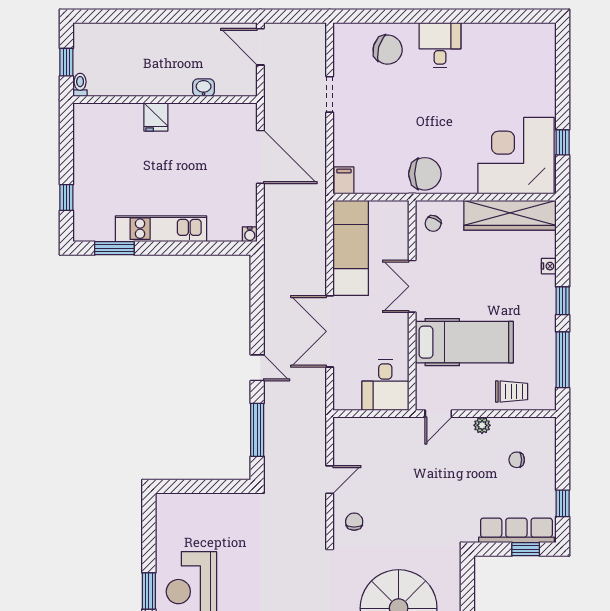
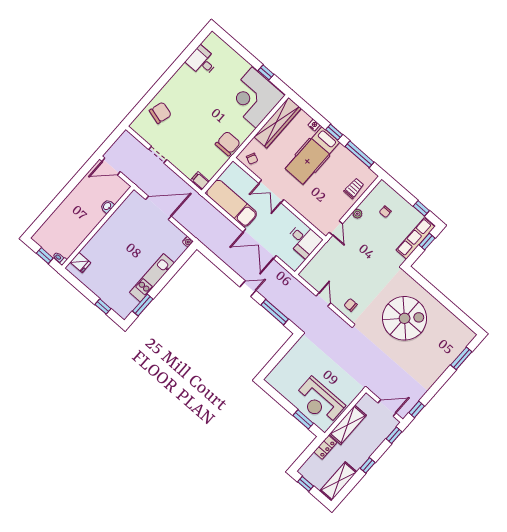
desk: (440, 45) -> (202, 61), moved
fridge: (156, 117) -> (80, 263), moved
hospital bed: (464, 342) -> (312, 155), moved, turned 180

